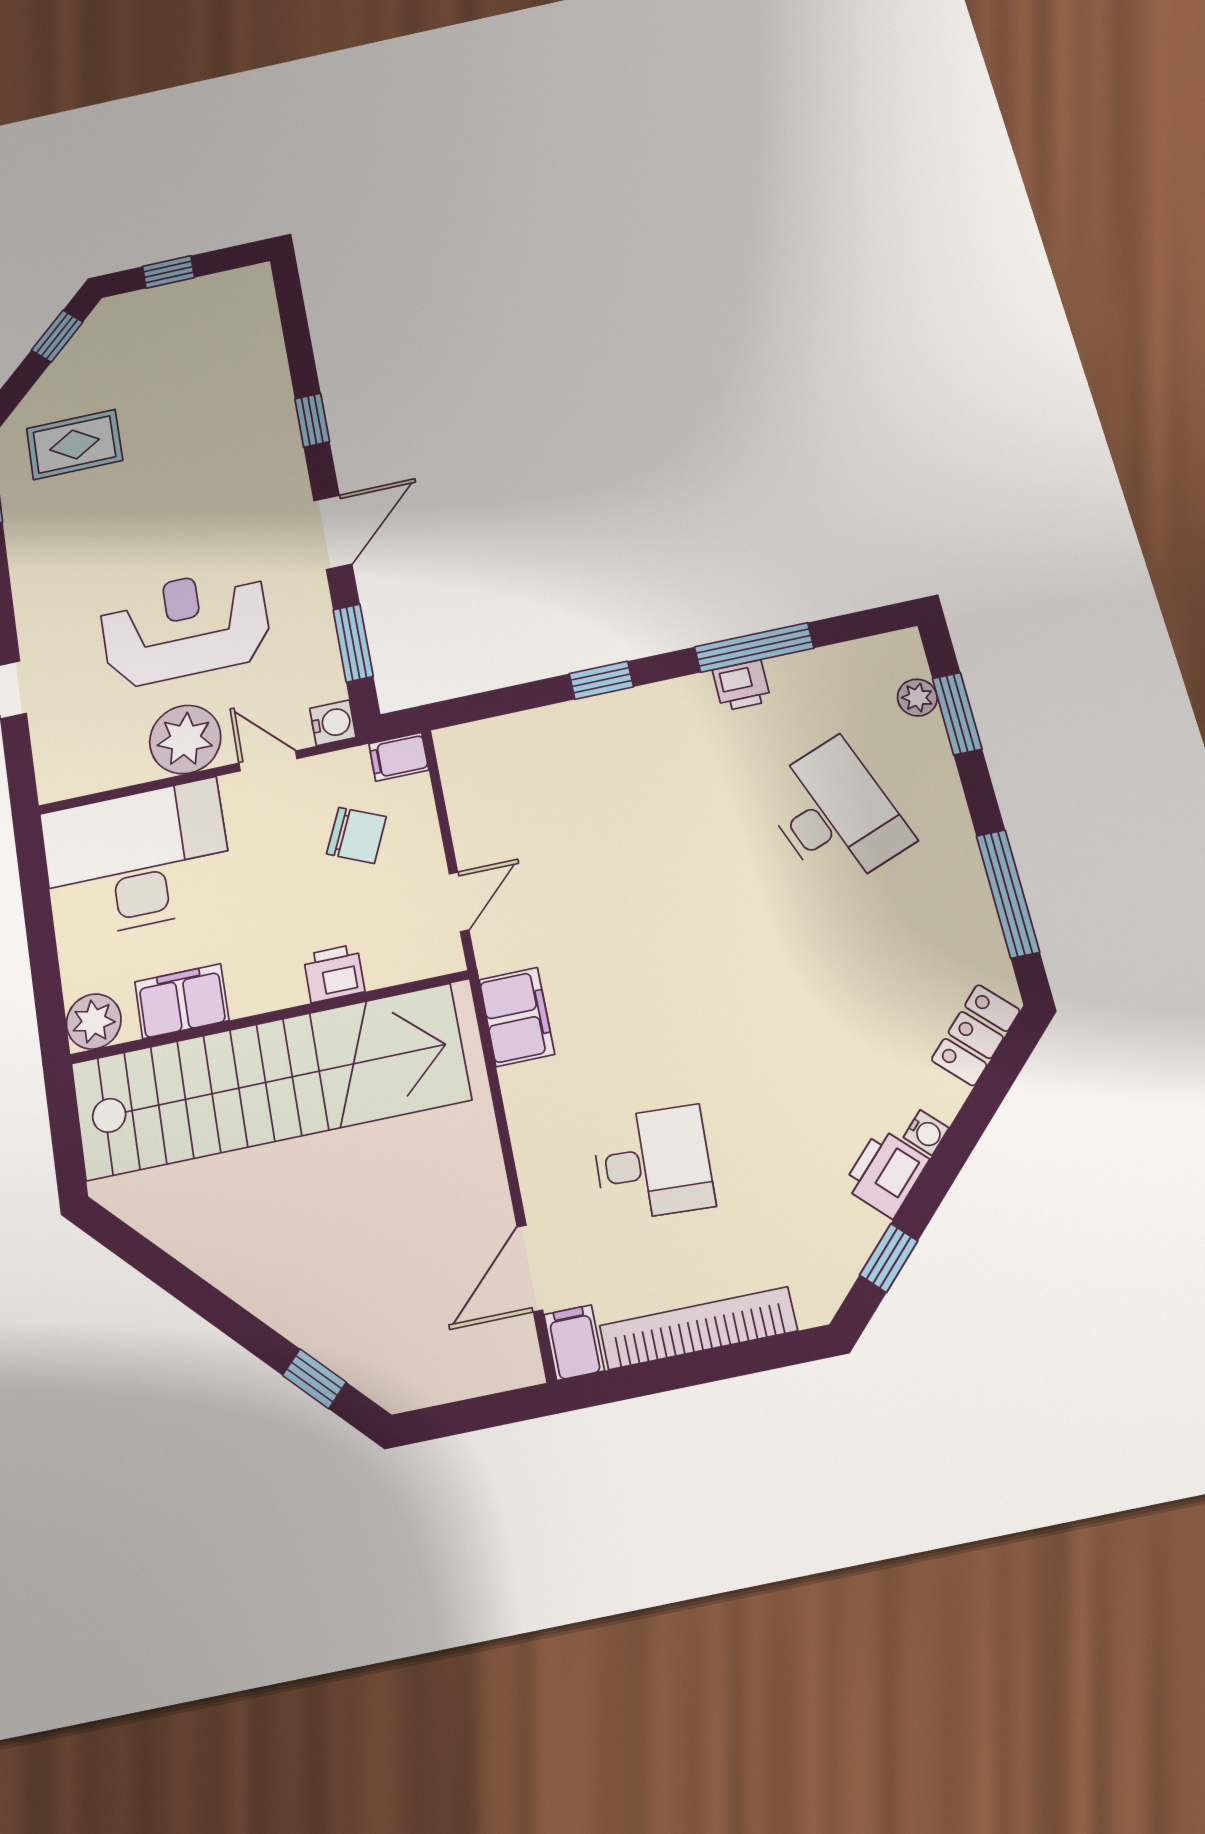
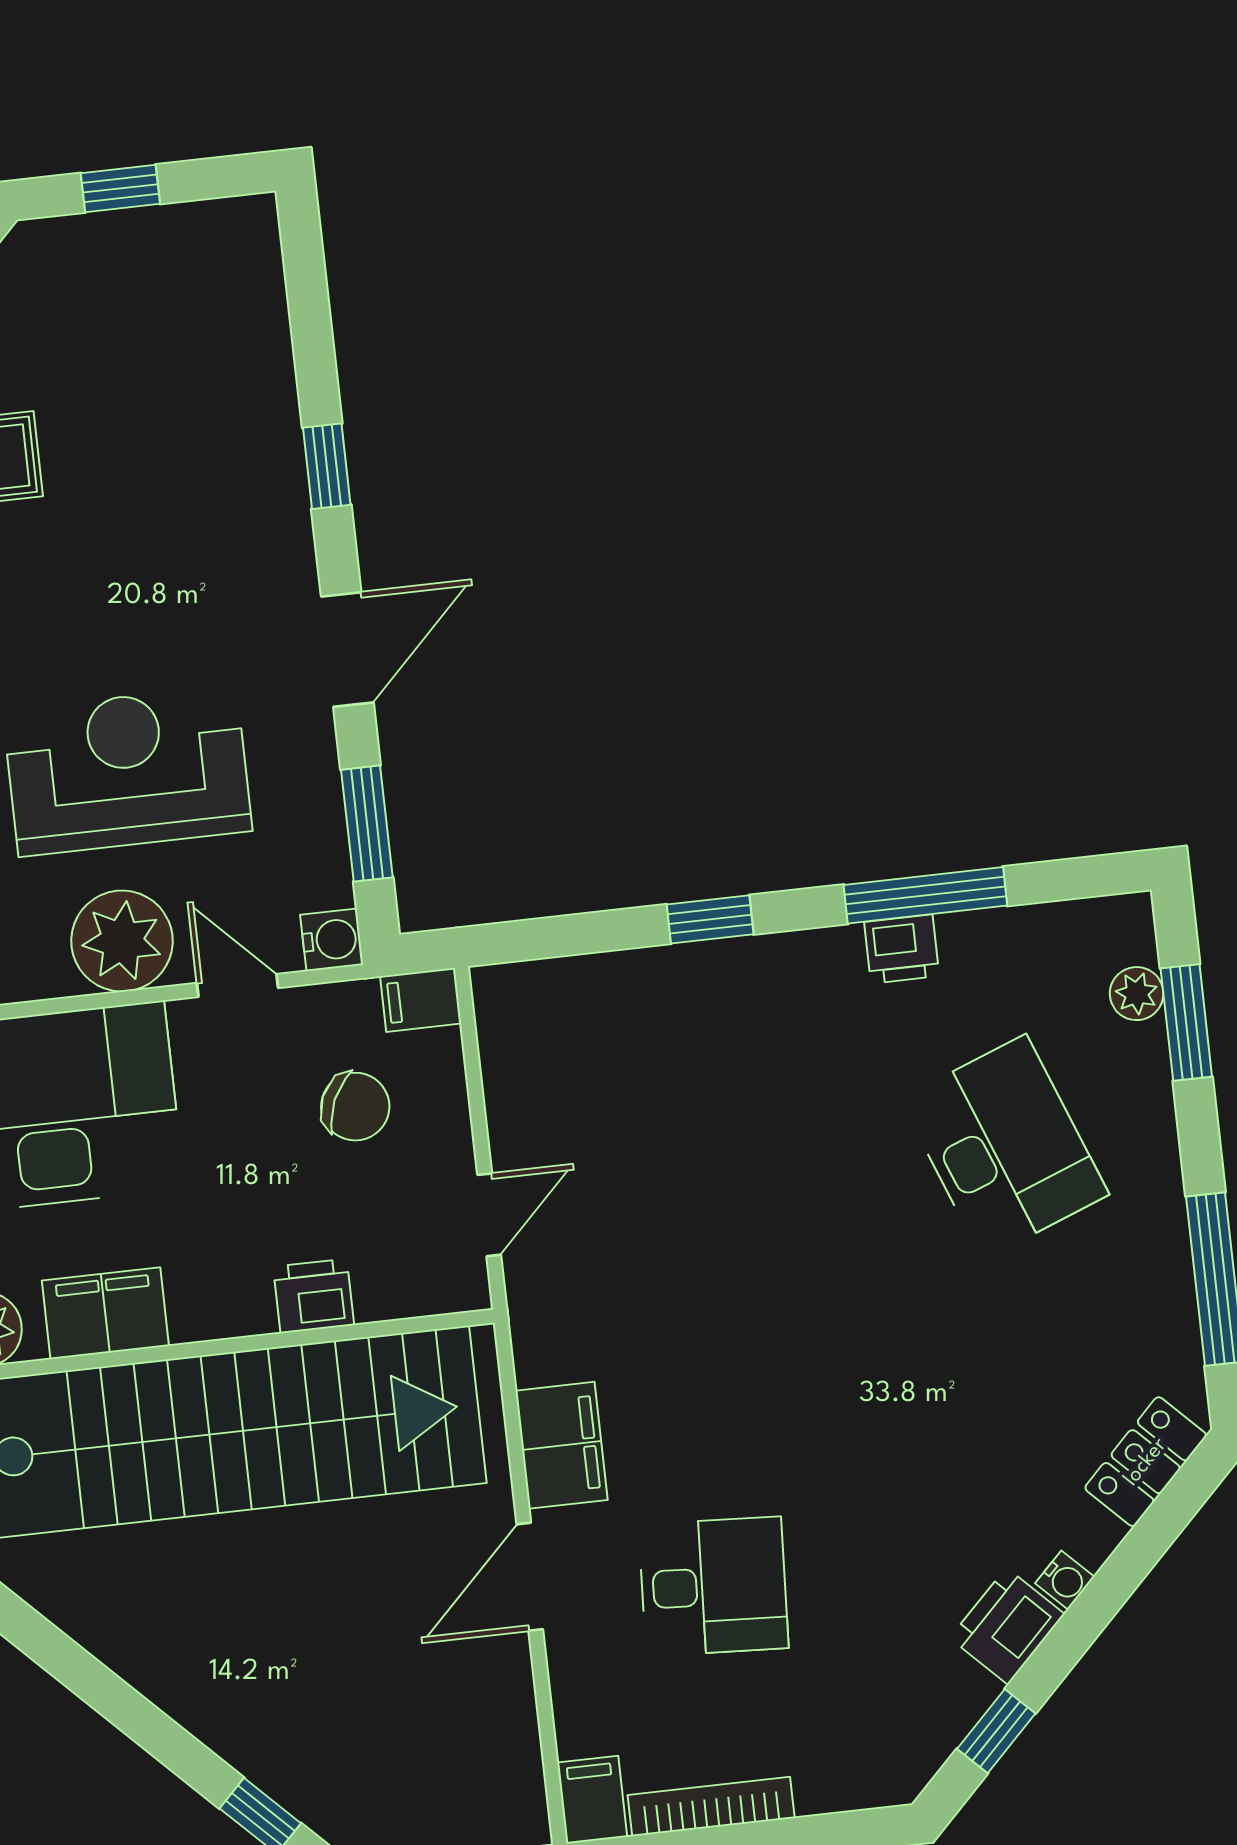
filing cabinet: (517, 1017) -> (562, 1445), moved
door: (530, 1268) -> (530, 1577), moved
bookcase: (698, 1328) -> (711, 1806), width x0.68, depth x0.76

